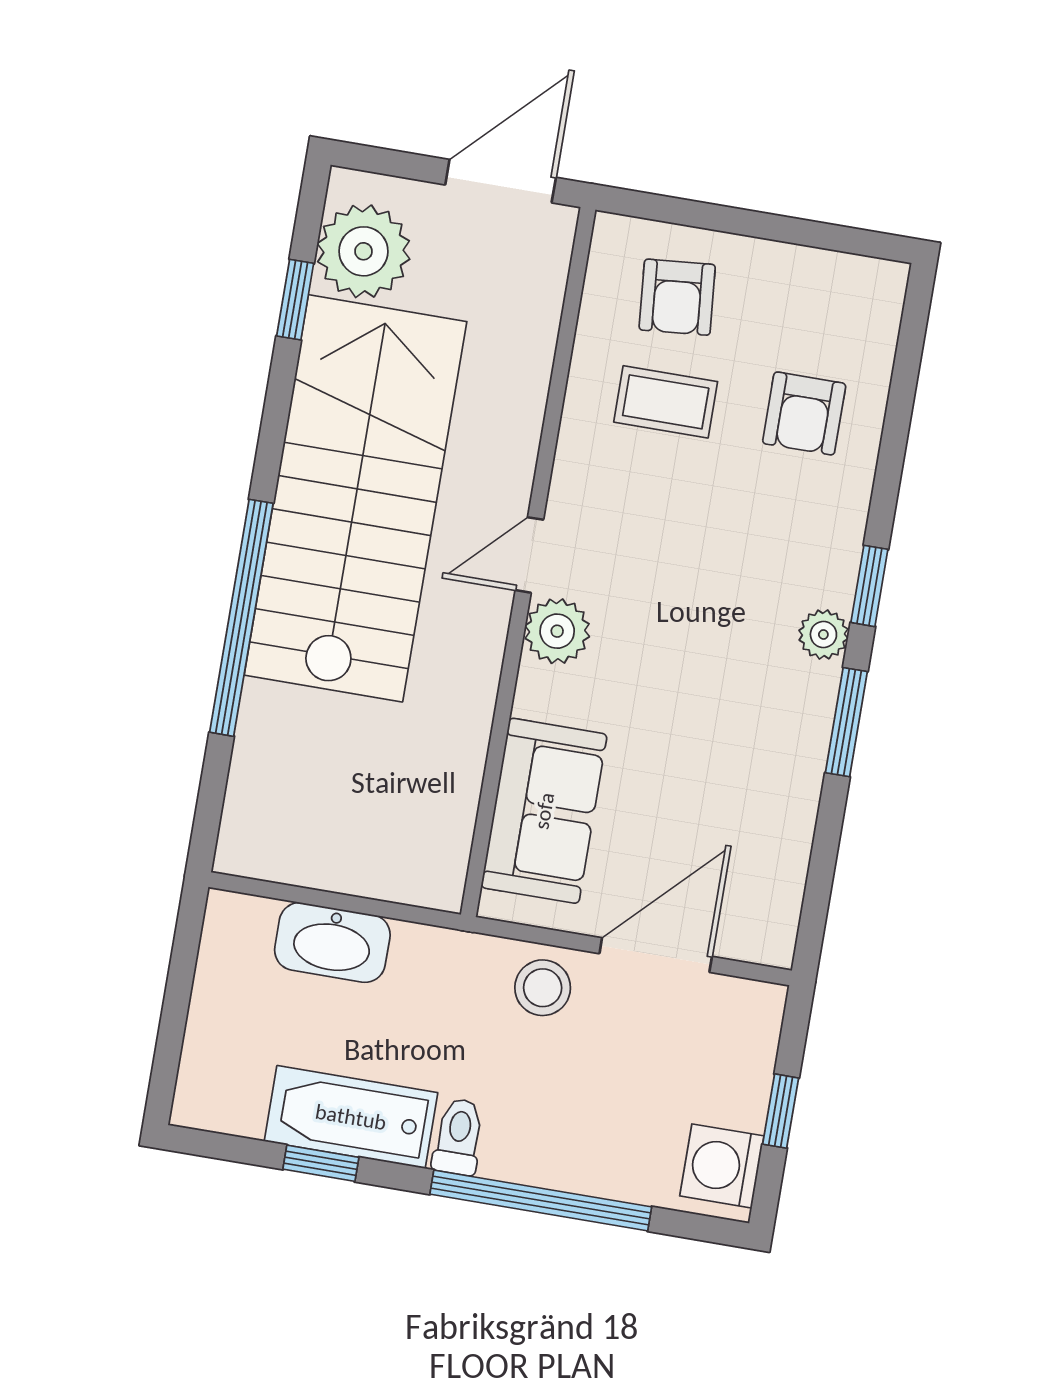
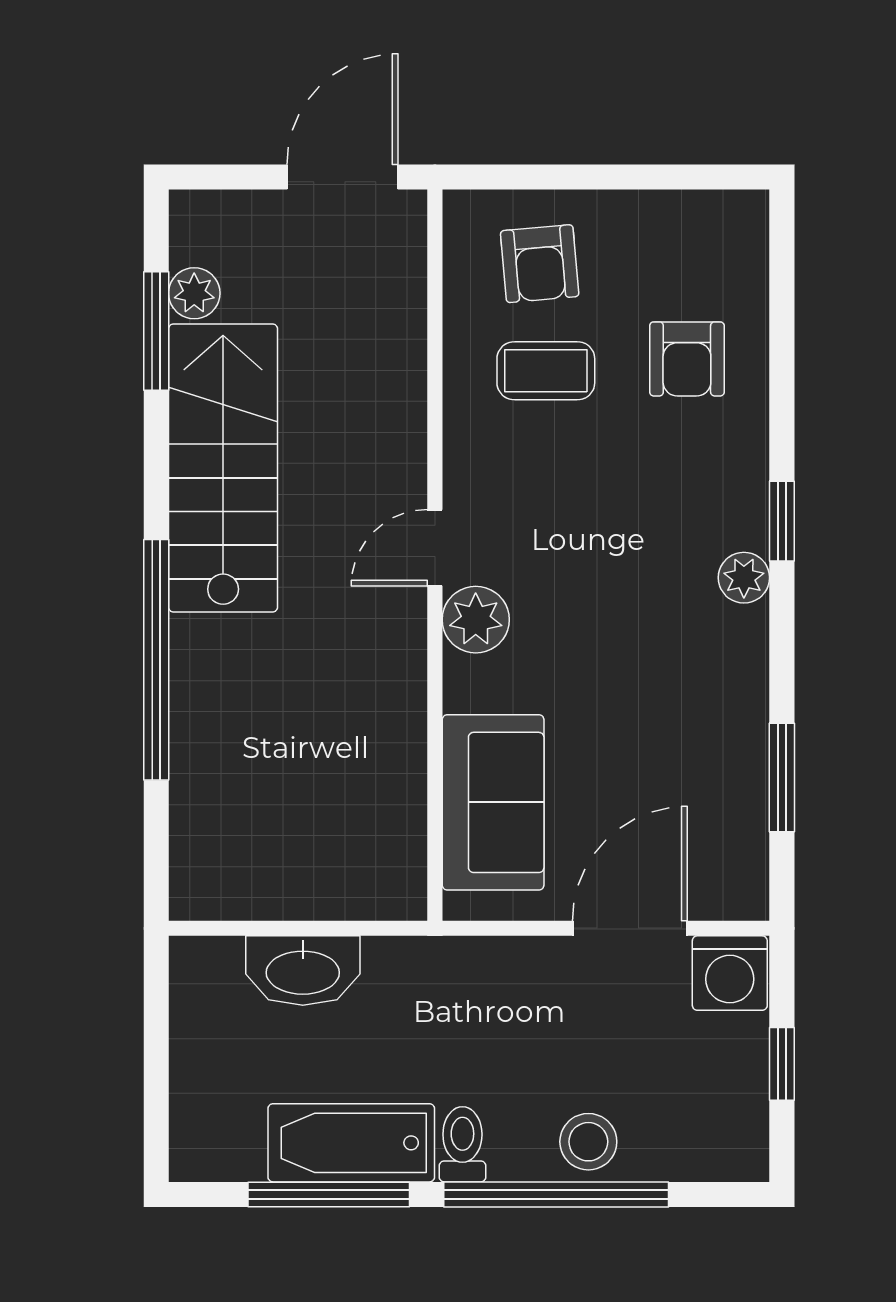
plant: (363, 251) -> (194, 293), width x0.53, depth x0.53
window: (295, 300) -> (156, 331), width x1.50
stairs: (356, 498) -> (223, 468), width x0.73, depth x0.66
window: (846, 722) -> (782, 777), moved
stool: (543, 988) -> (588, 1142), moved
window: (321, 1163) -> (329, 1194), width x2.17
washing machine: (722, 1166) -> (730, 973), moved, turned -90

